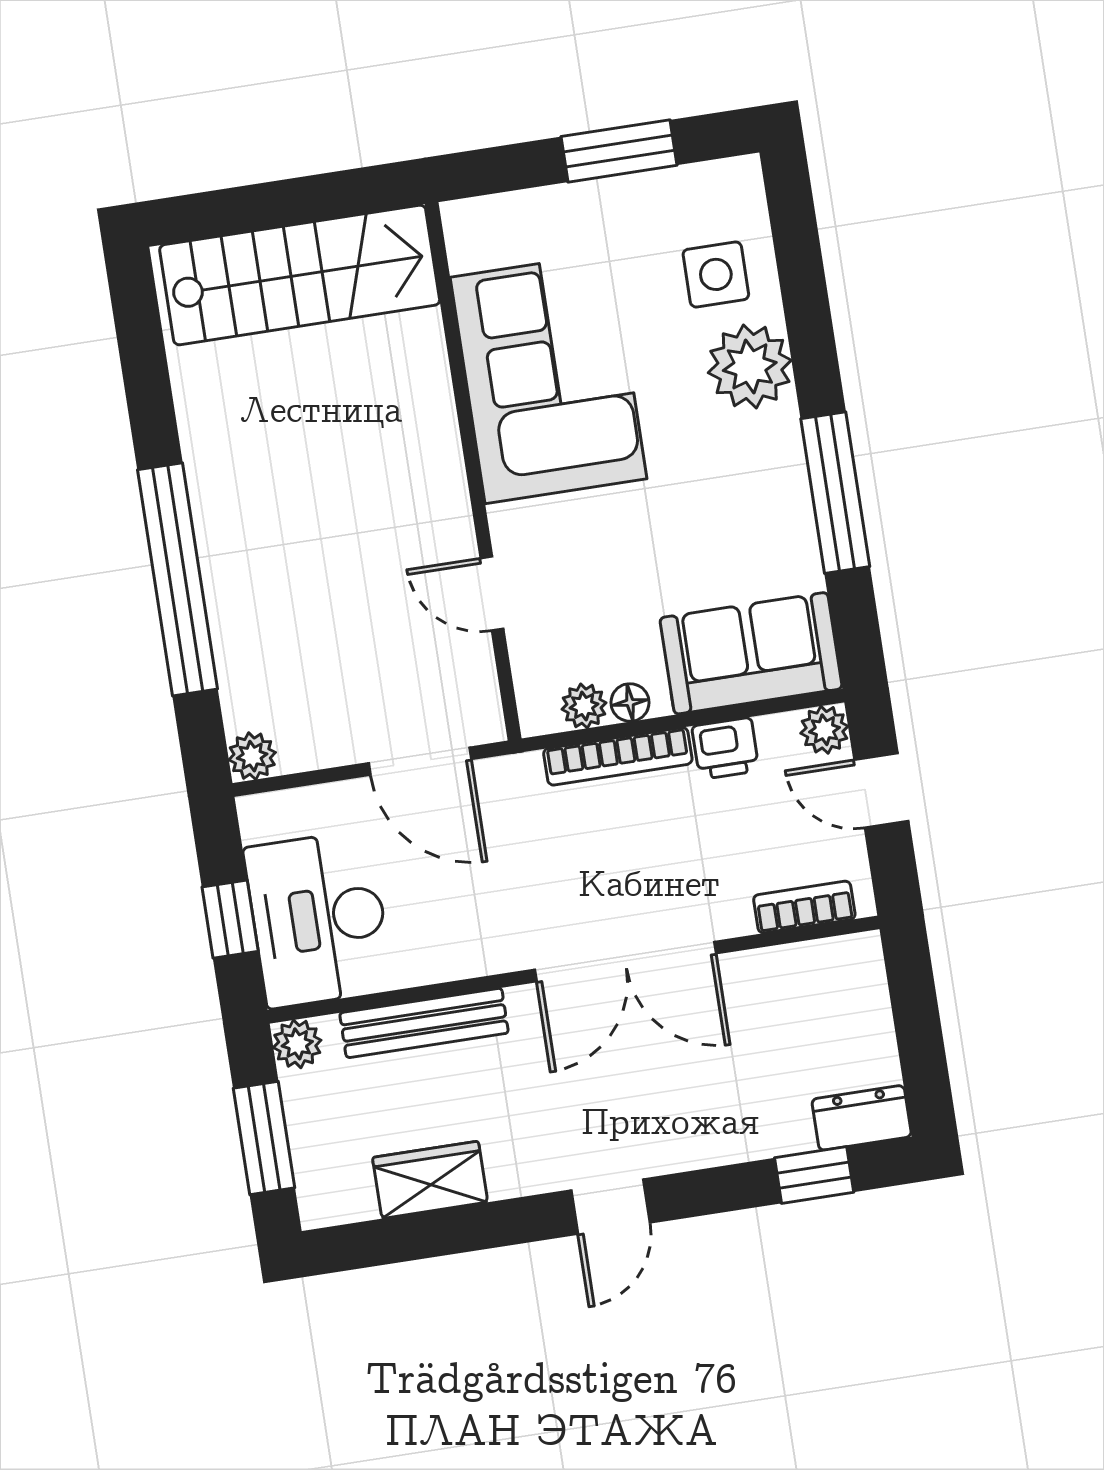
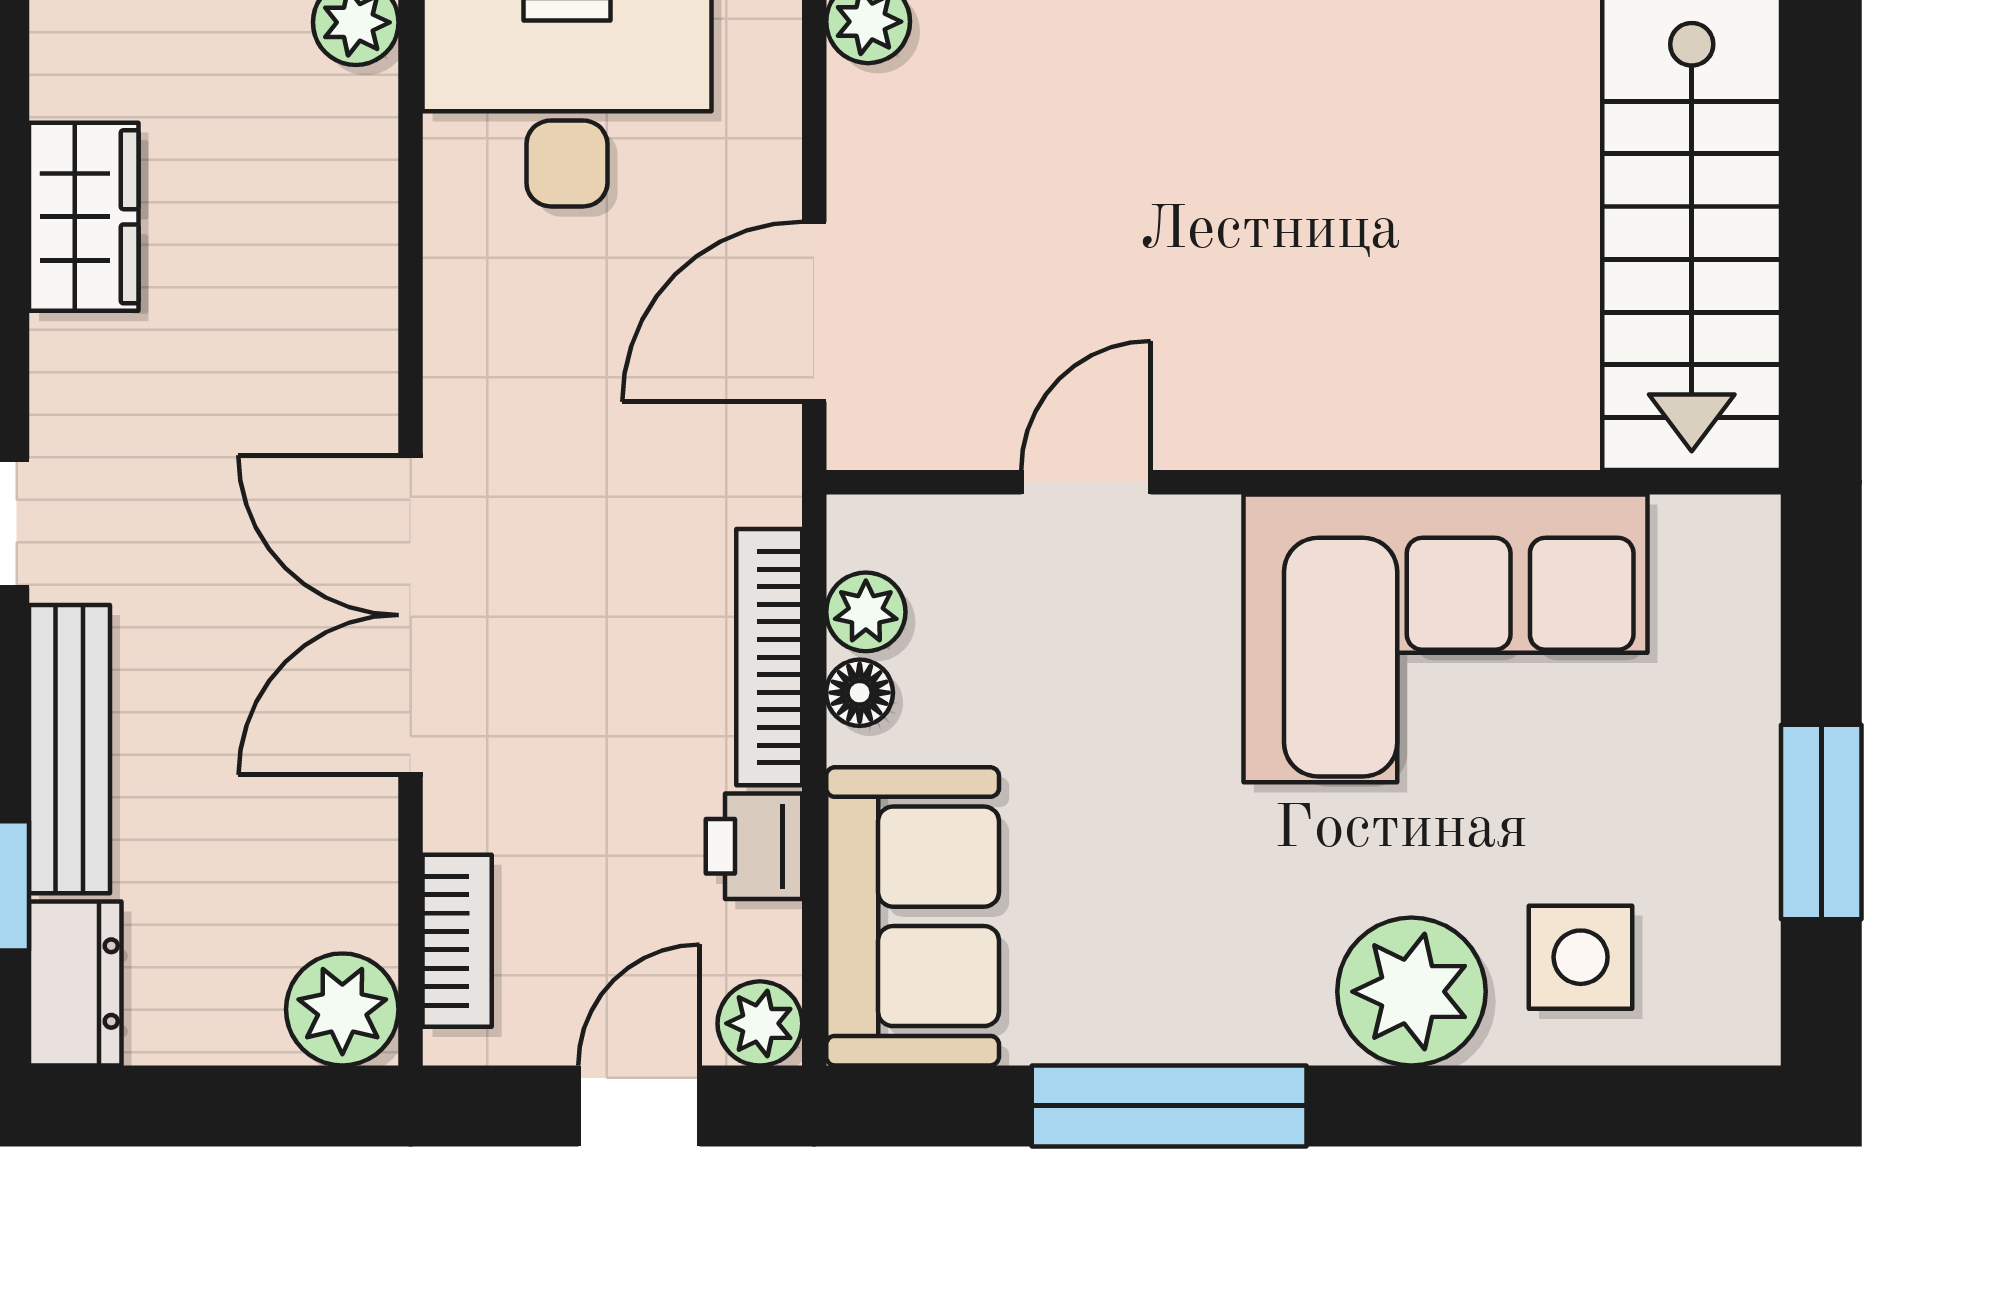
plant: (853, 966) -> (342, 1009), added
bench: (424, 1023) -> (69, 749), moved

